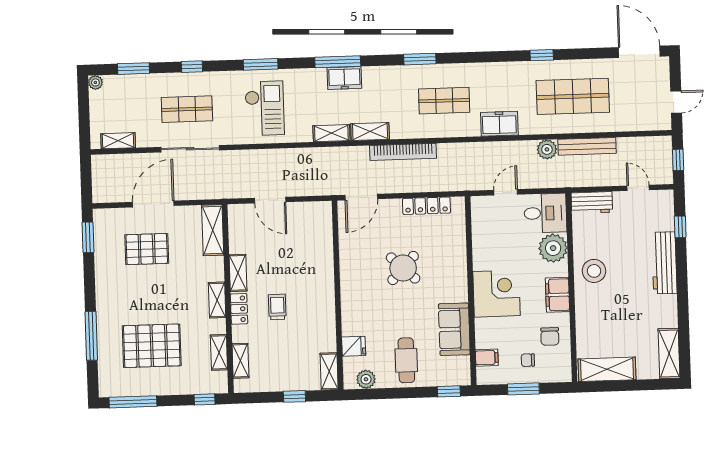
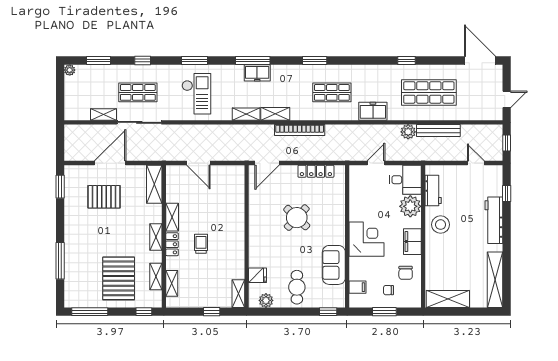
shelving: (118, 141) -> (104, 115), moved
workbench: (592, 203) -> (433, 191), moved, turned -90
pallet: (152, 346) -> (119, 278), moved, turned 90
shelving: (669, 354) -> (495, 280), width x1.47

